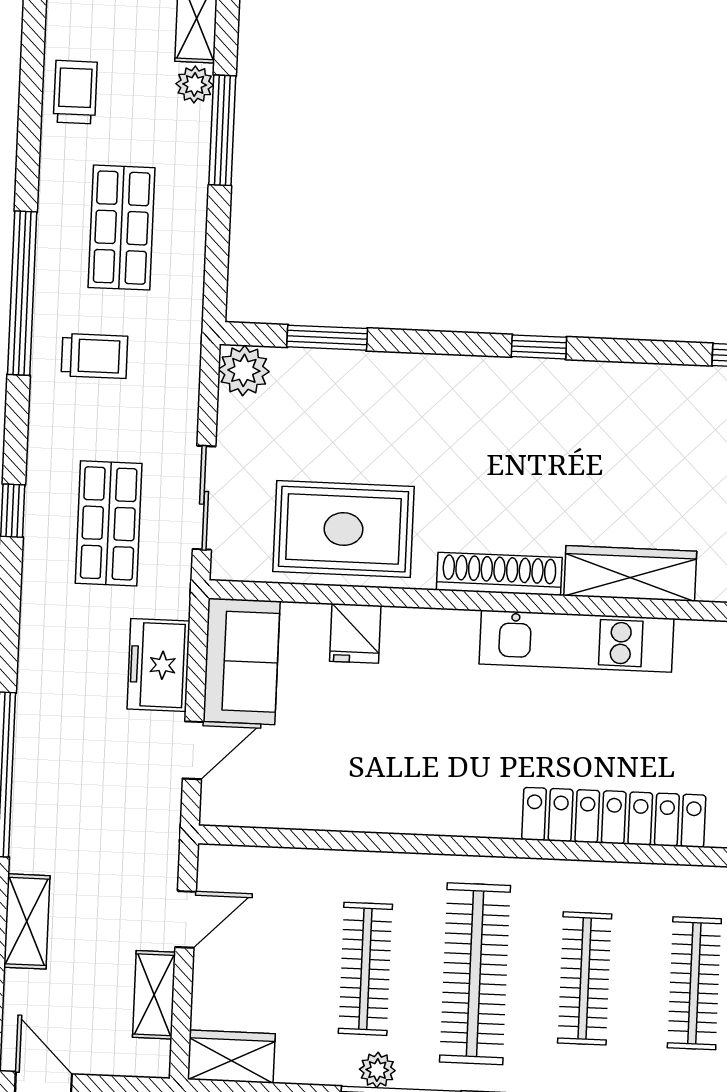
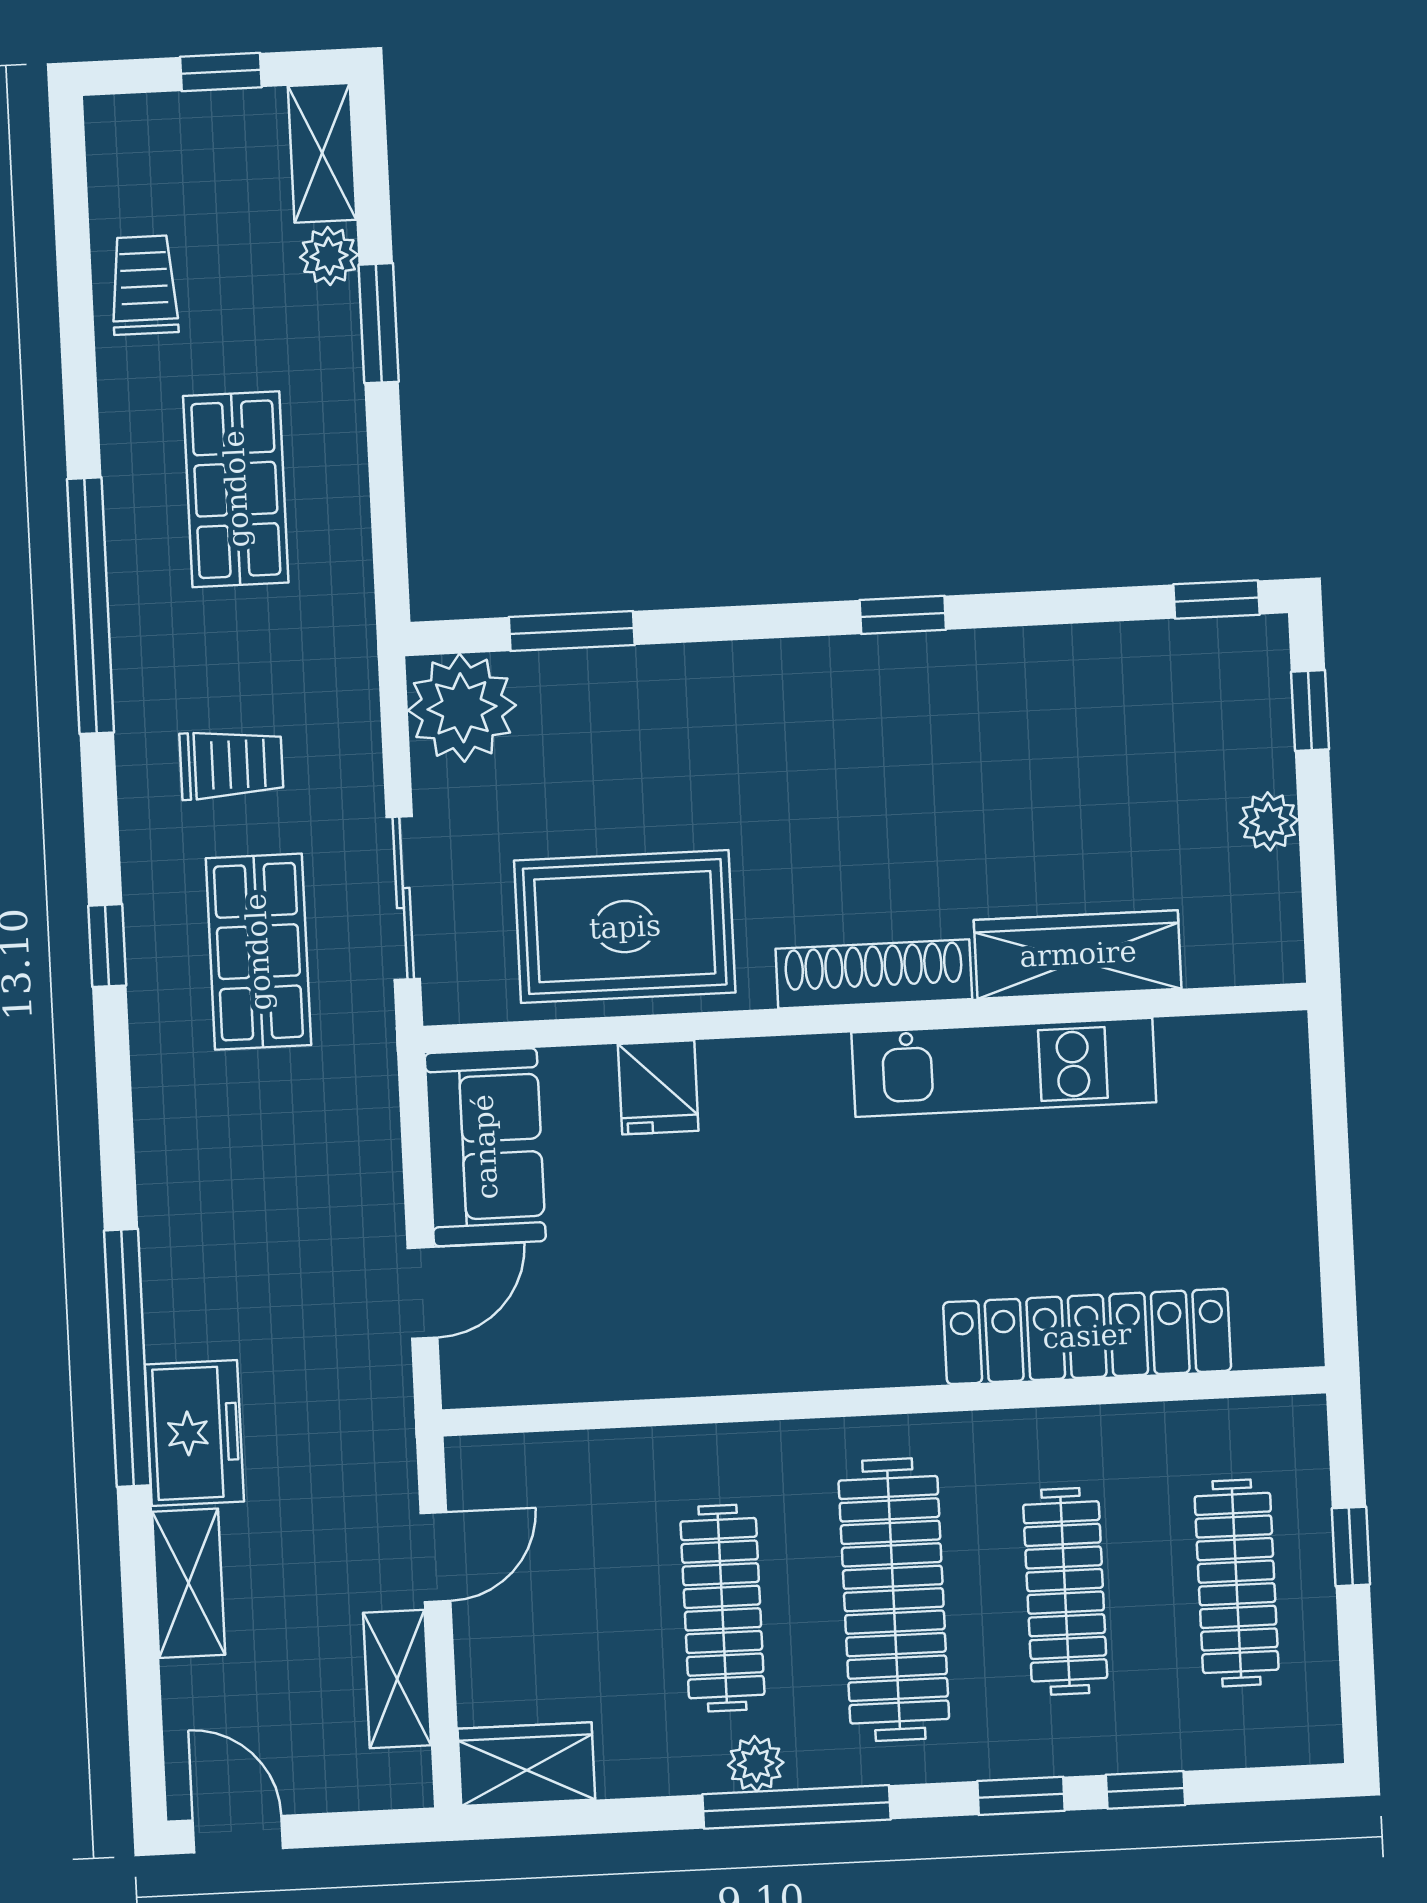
window: (222, 130) -> (379, 323), width x0.69
trolley: (94, 356) -> (231, 765), moved
plant: (244, 370) -> (462, 708), width x1.36, depth x1.36
freezer: (158, 665) -> (194, 1433), moved, turned 180

